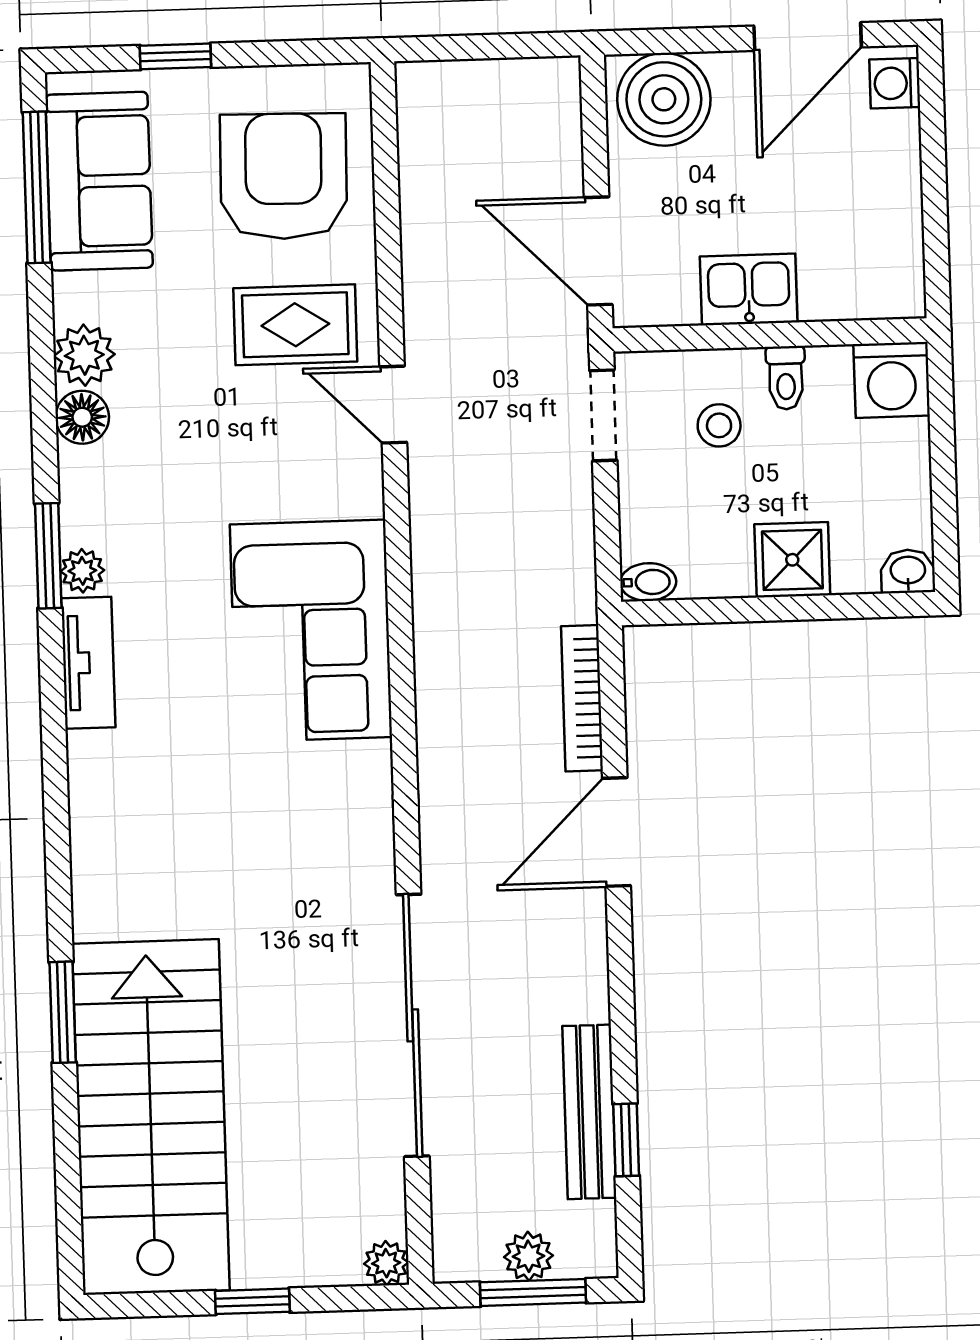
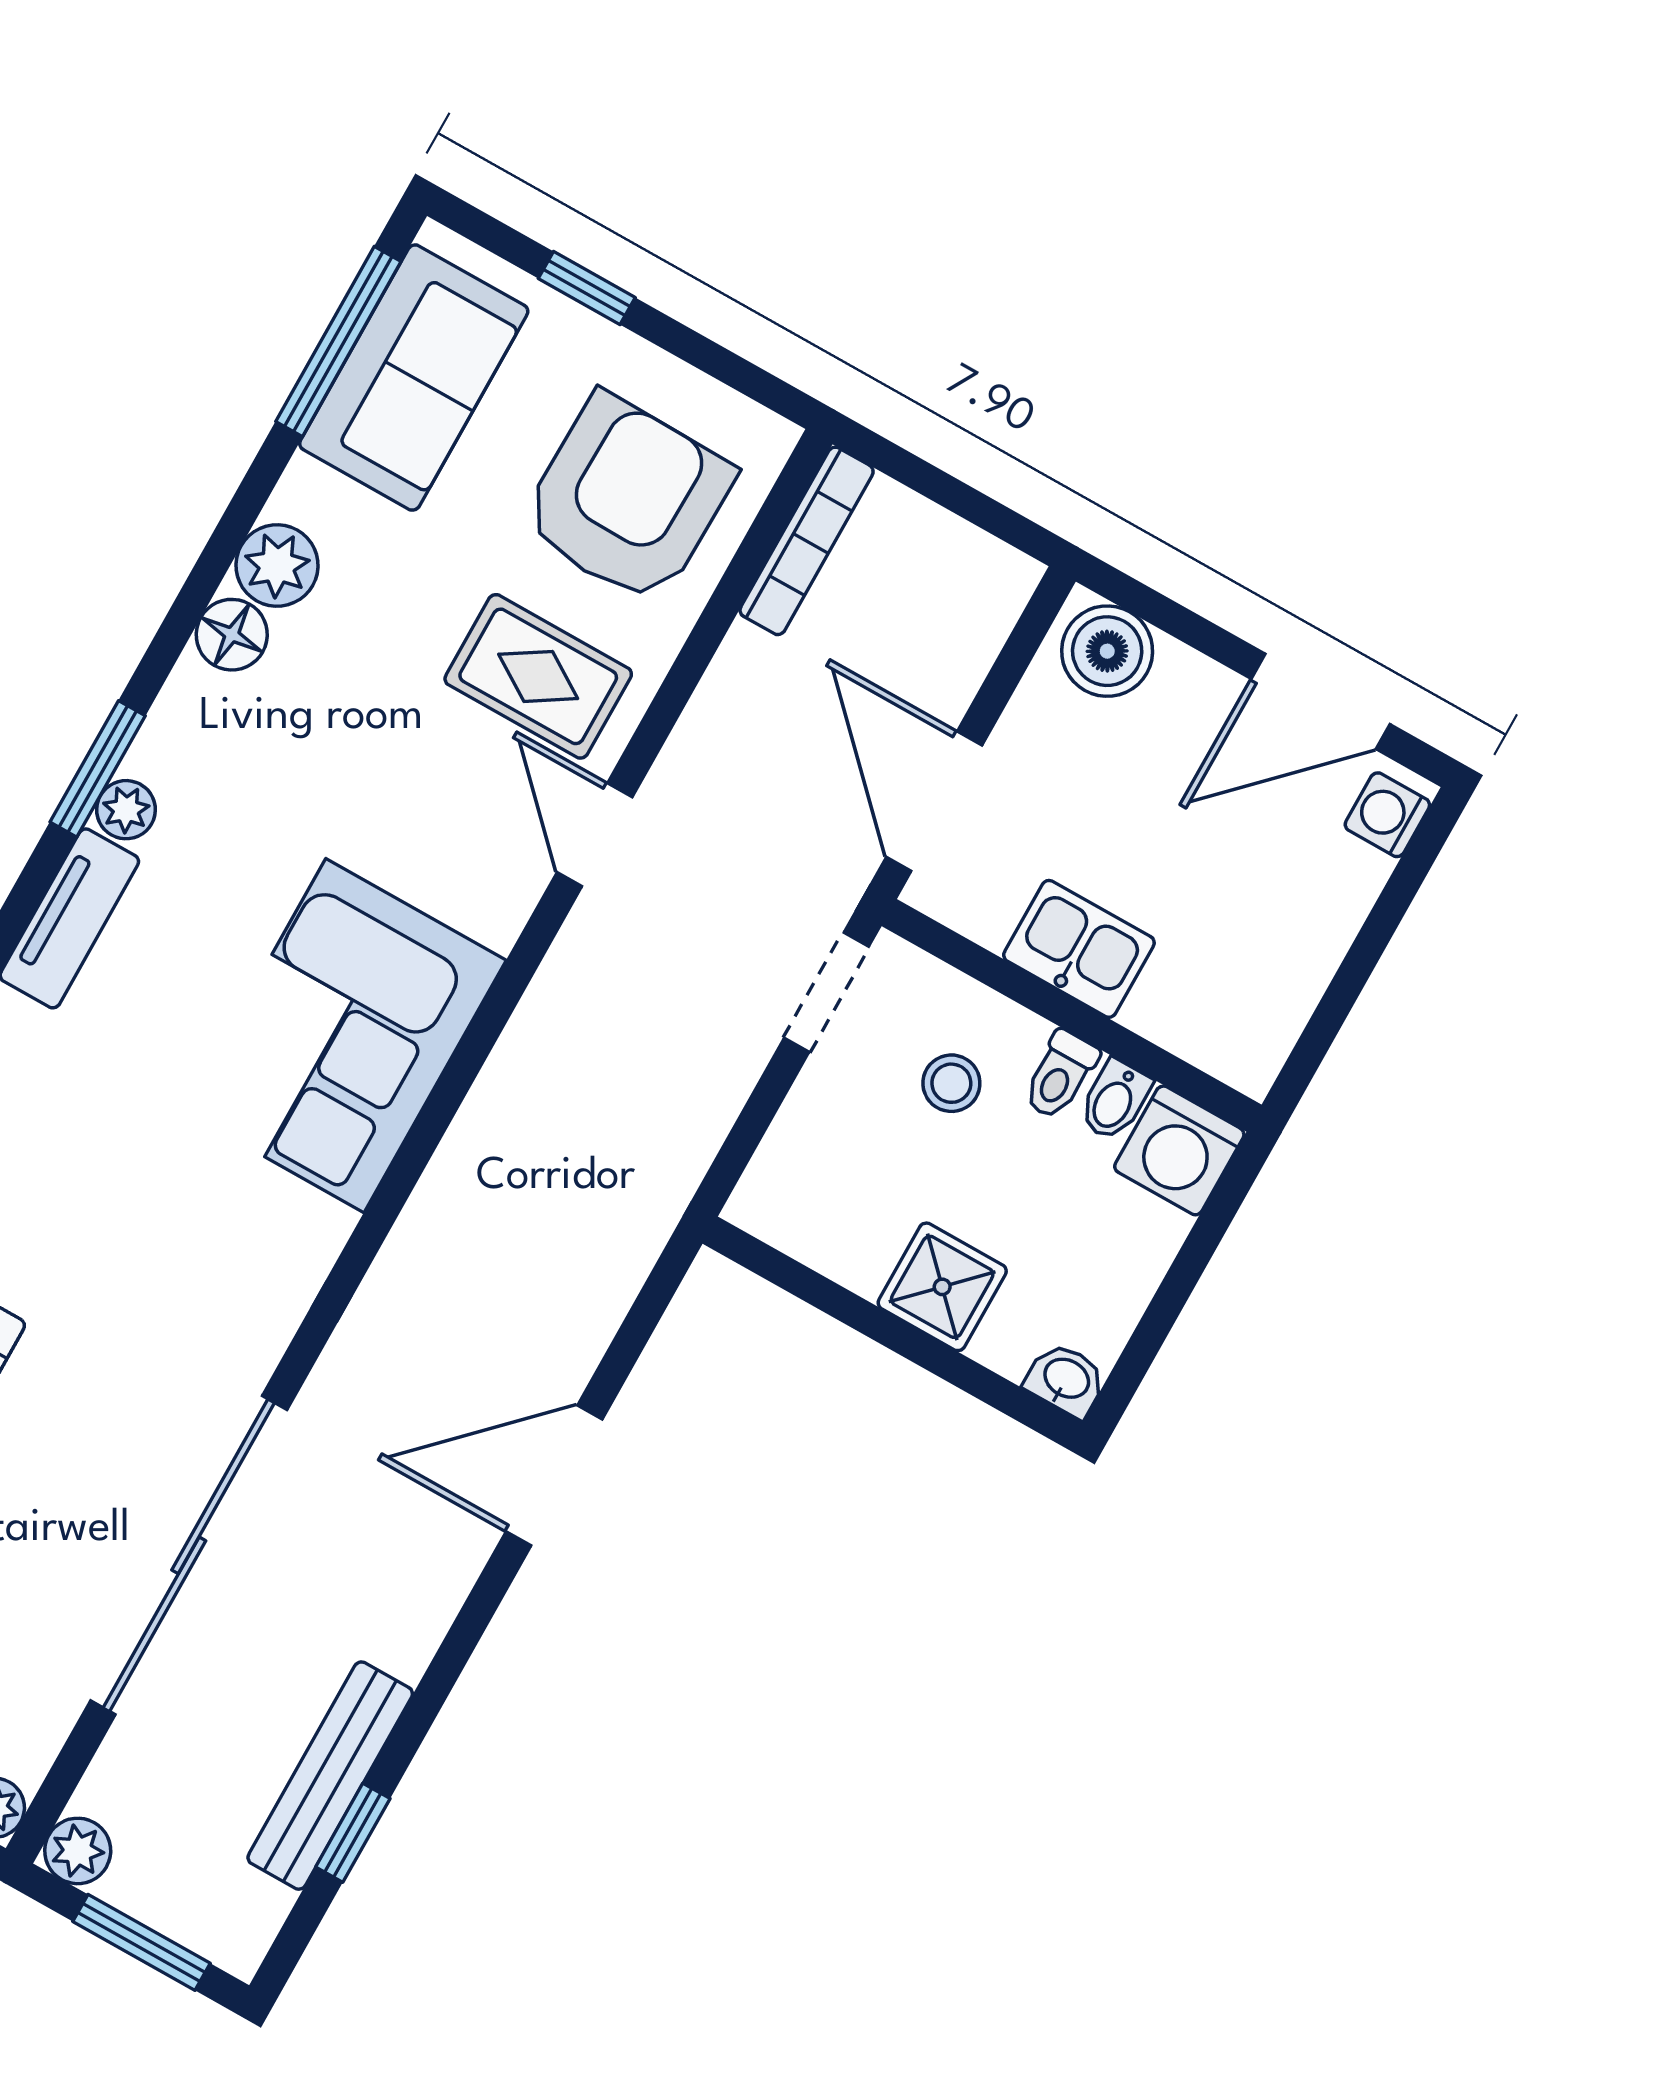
boiler: (664, 99) -> (1107, 651), width x0.73, depth x0.73
bidet: (648, 582) -> (1115, 1100), moved, turned 90
bookcase: (582, 698) -> (807, 541), moved, turned 180
plant: (528, 1256) -> (78, 1851), moved

